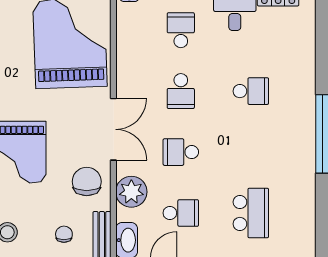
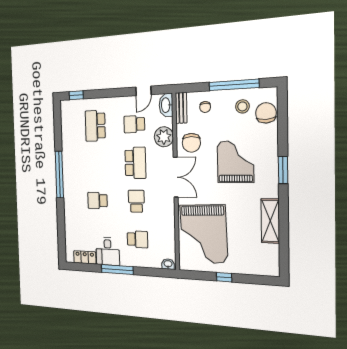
school desk: (181, 30) -> (137, 239), turned -90
double door: (113, 129) -> (176, 177), swing flipped
school desk: (181, 152) -> (135, 163), width x1.85

